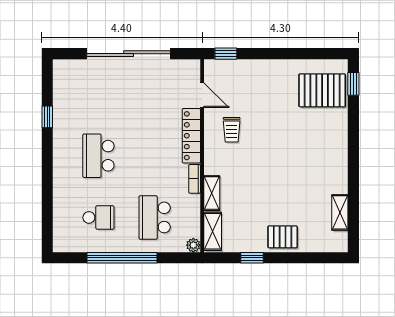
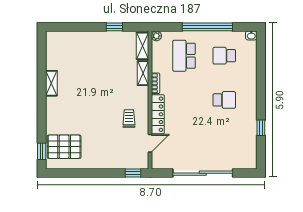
door: (202, 95) -> (150, 143), swing flipped
school desk: (98, 156) -> (224, 100), width x0.54
shelving: (340, 212) -> (51, 83), moved
school desk: (155, 217) -> (184, 56), turned 180
pallet: (283, 237) -> (92, 42), removed
washbasin: (61, 246) -> (251, 35), added

